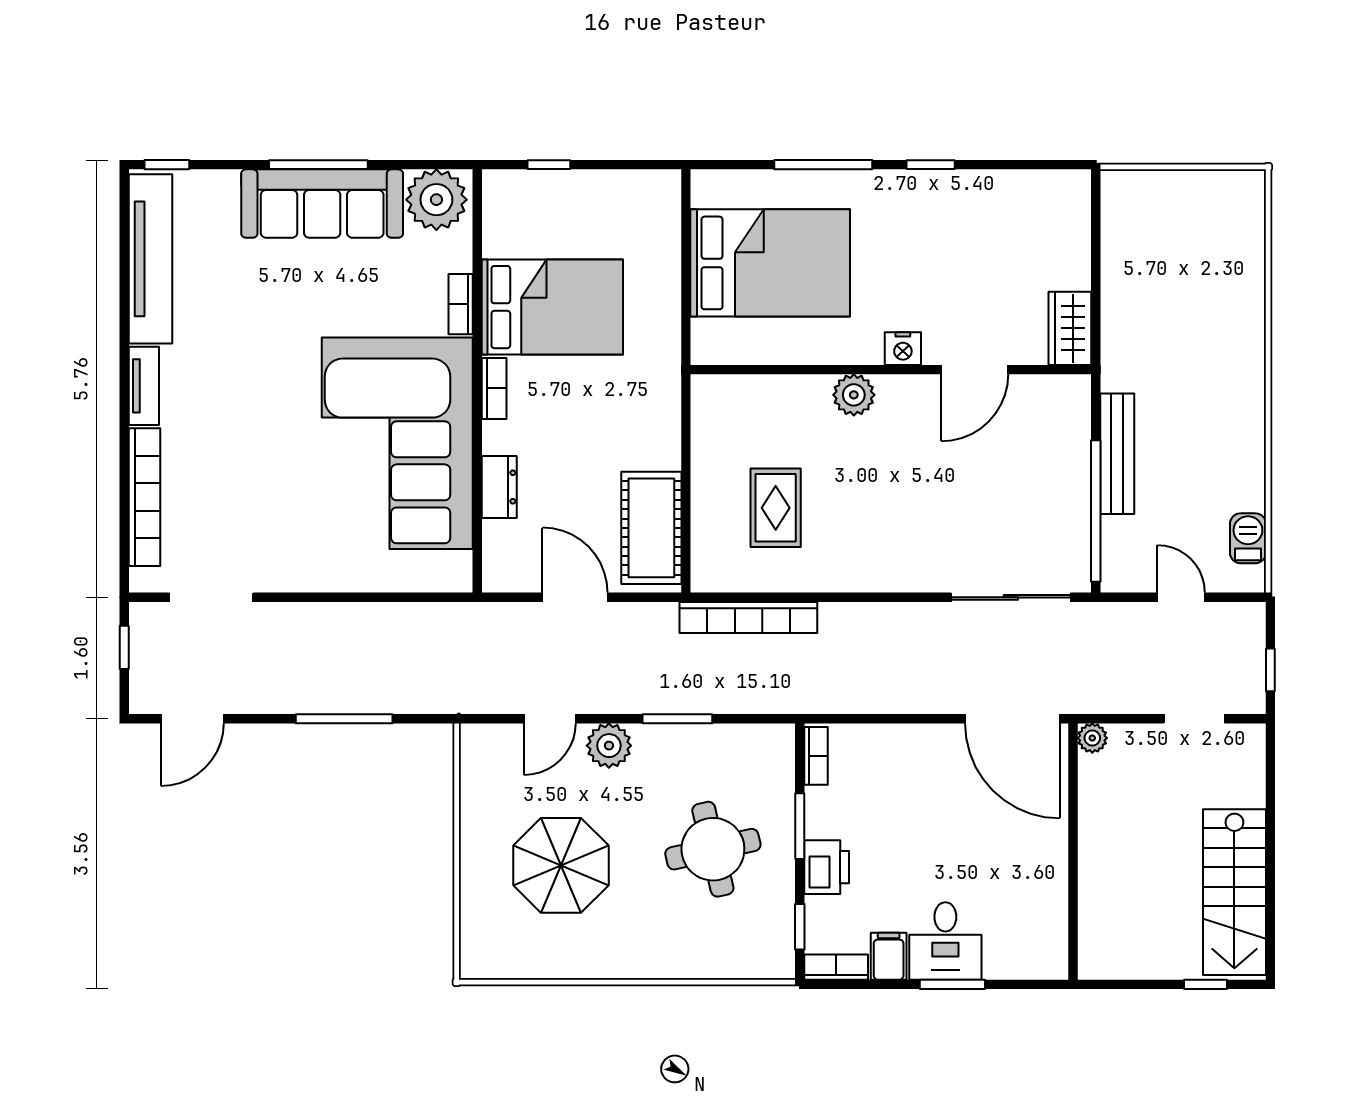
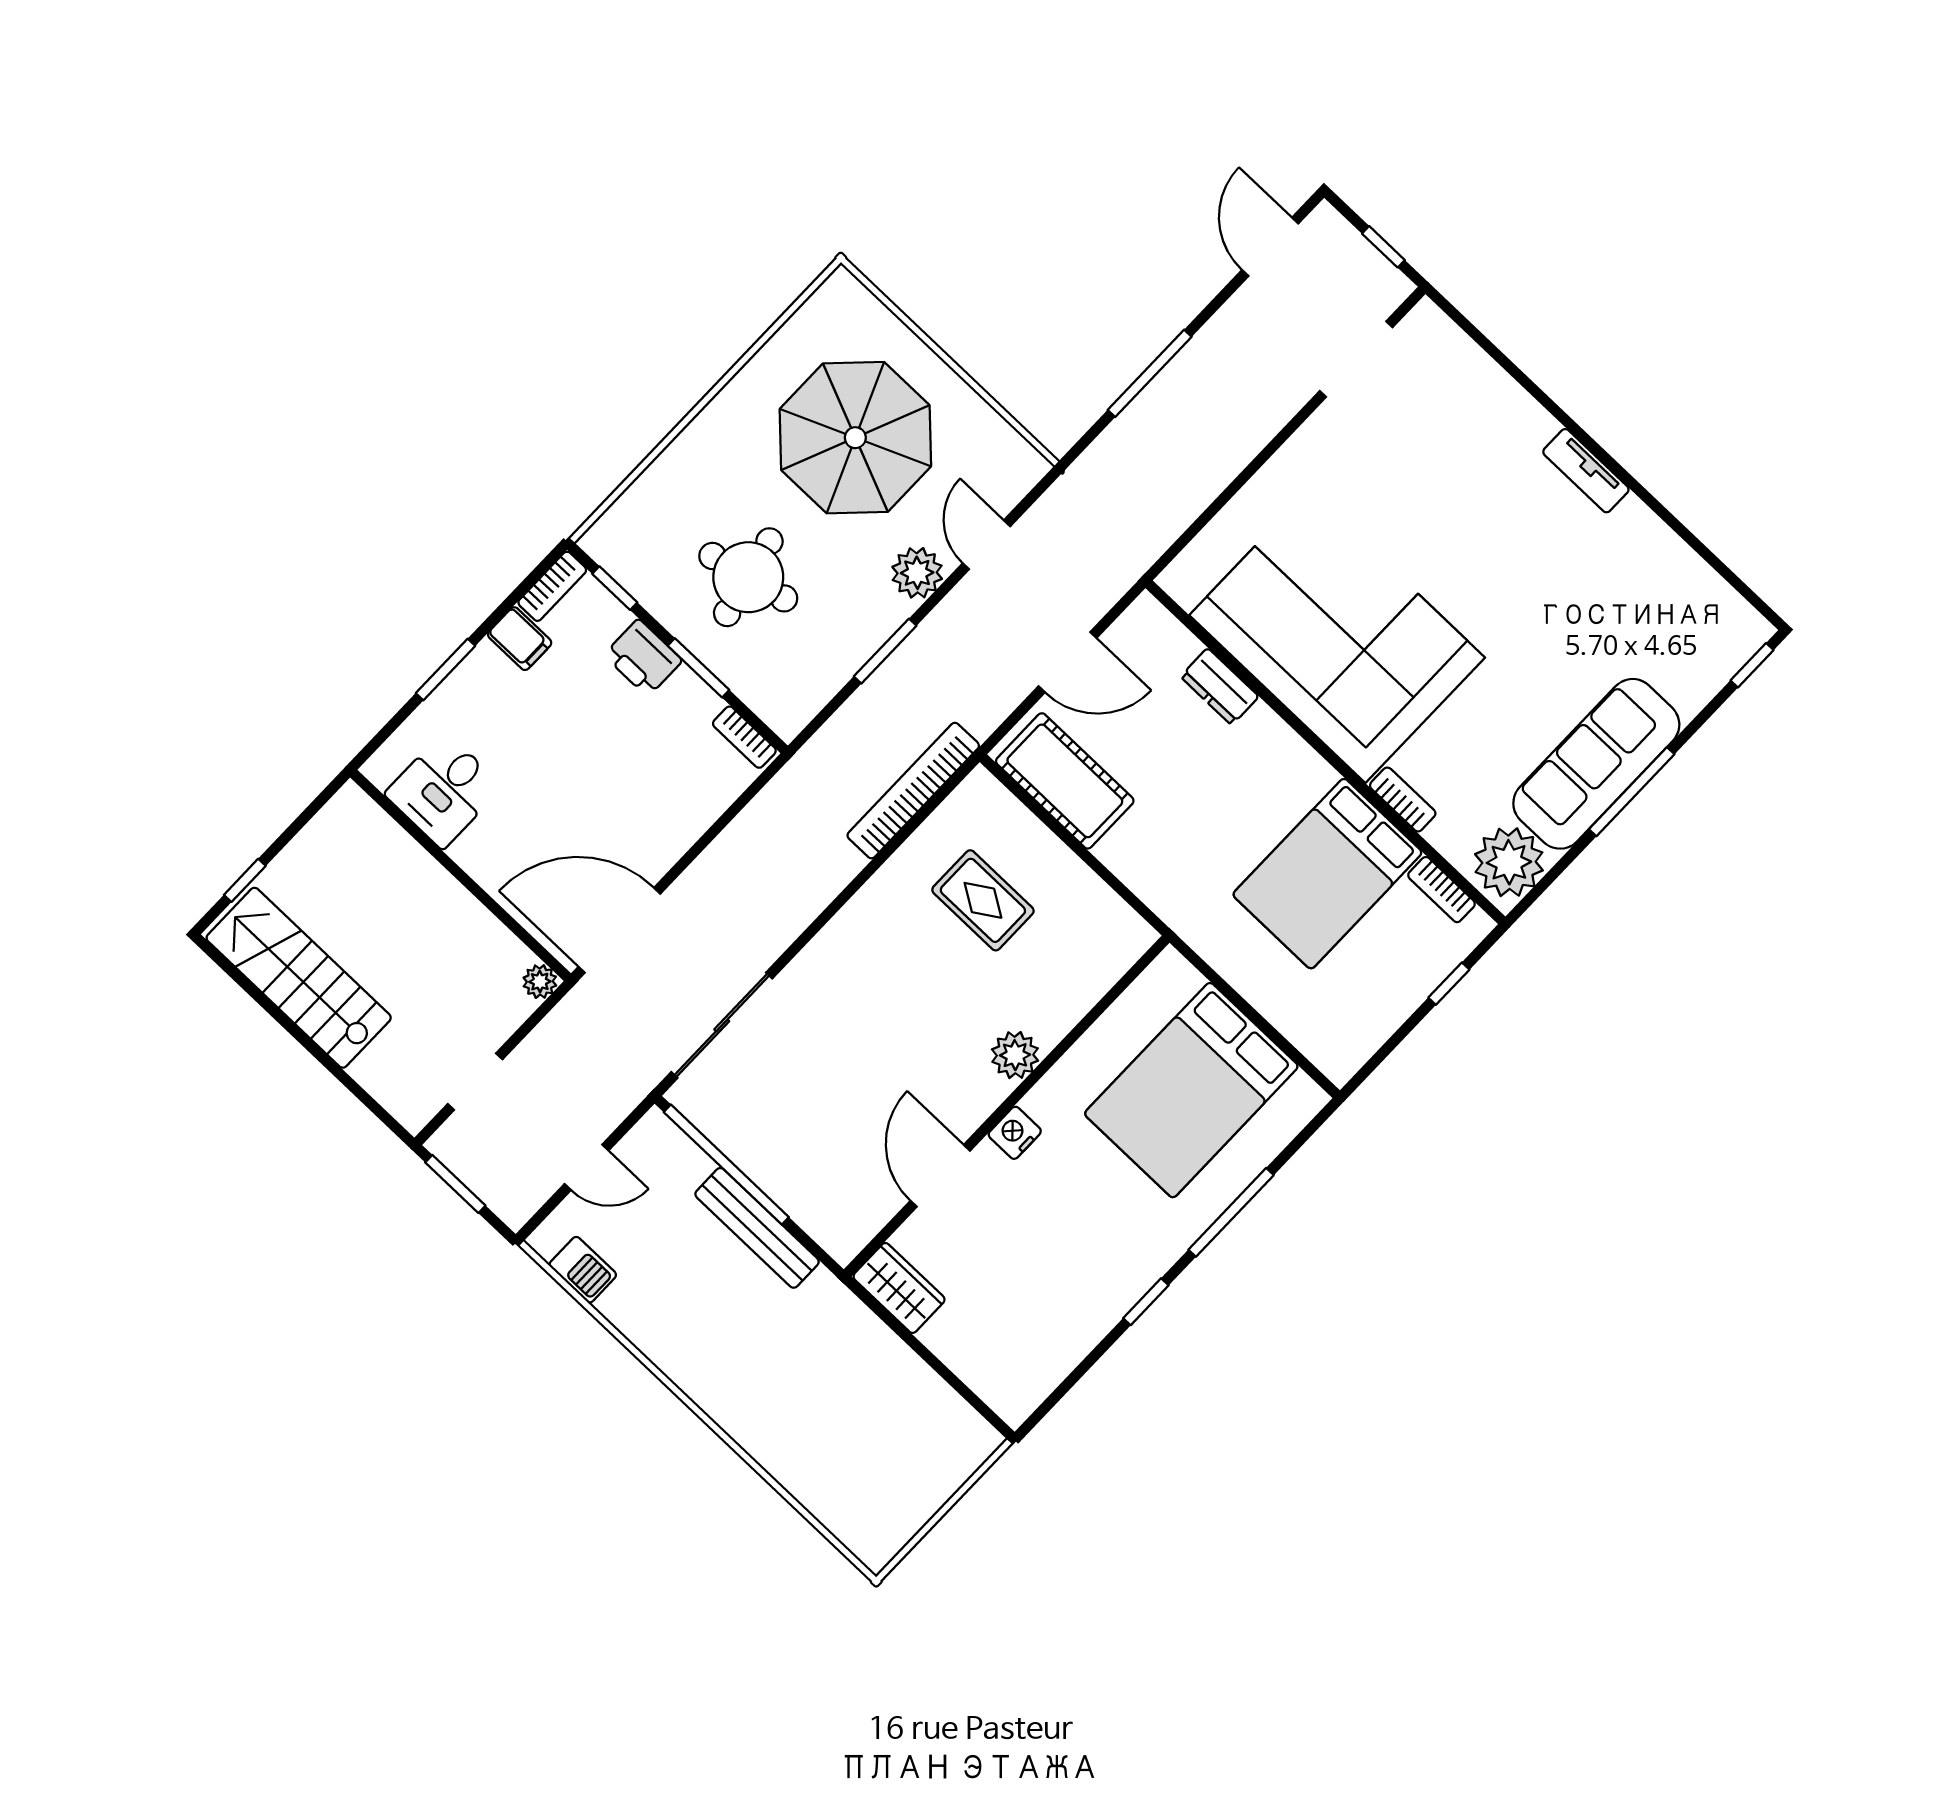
tv unit: (151, 259) -> (1686, 577), removed
bookcase: (494, 388) -> (1441, 890), moved
bookcase: (144, 497) -> (1493, 383), removed
window: (1270, 670) -> (455, 1184), width x1.50
parasol: (561, 865) -> (855, 438), width x1.36, depth x1.36
desk: (945, 941) -> (444, 790), moved, turned -90

